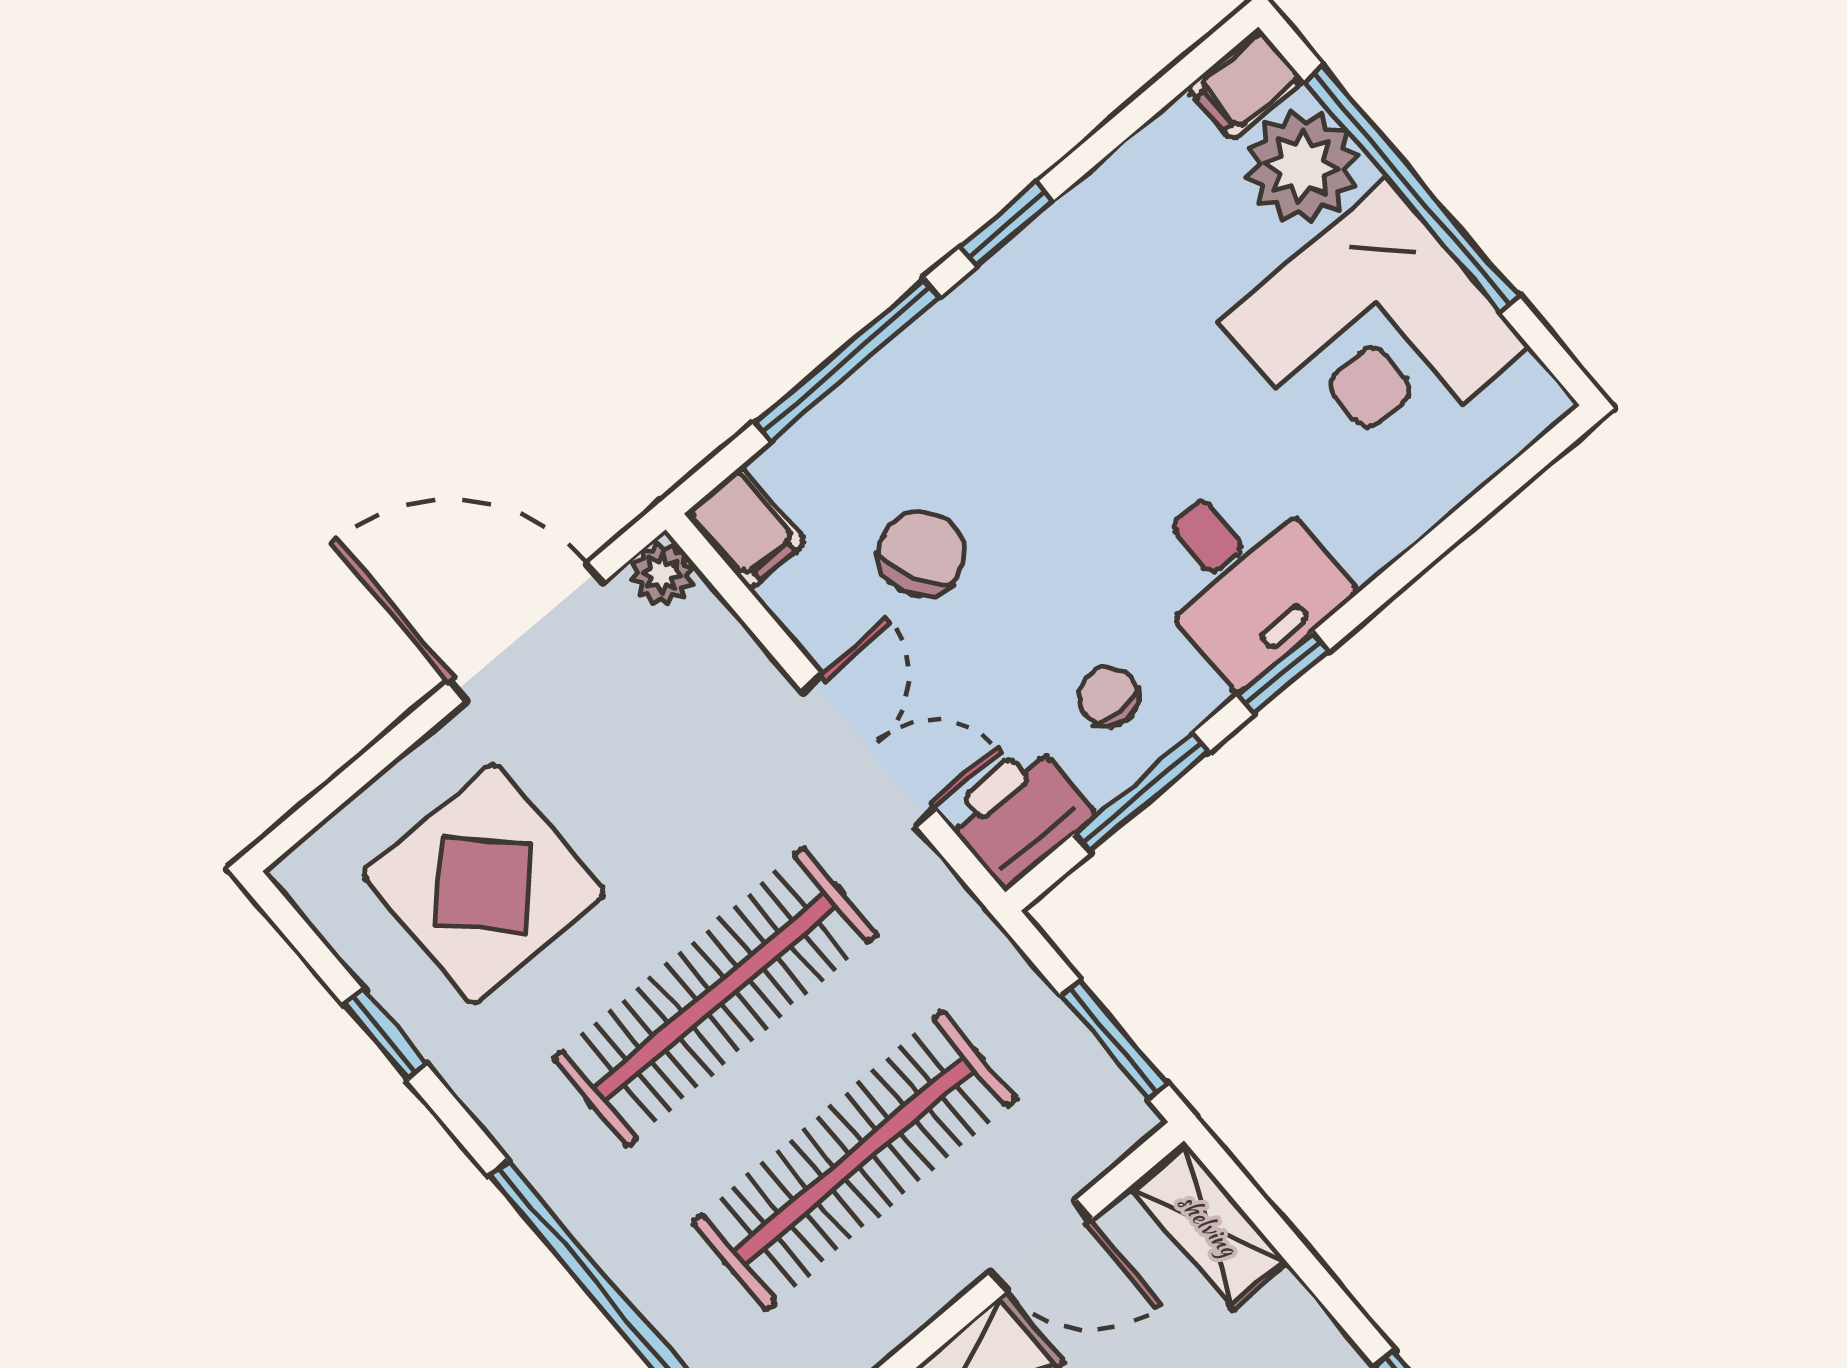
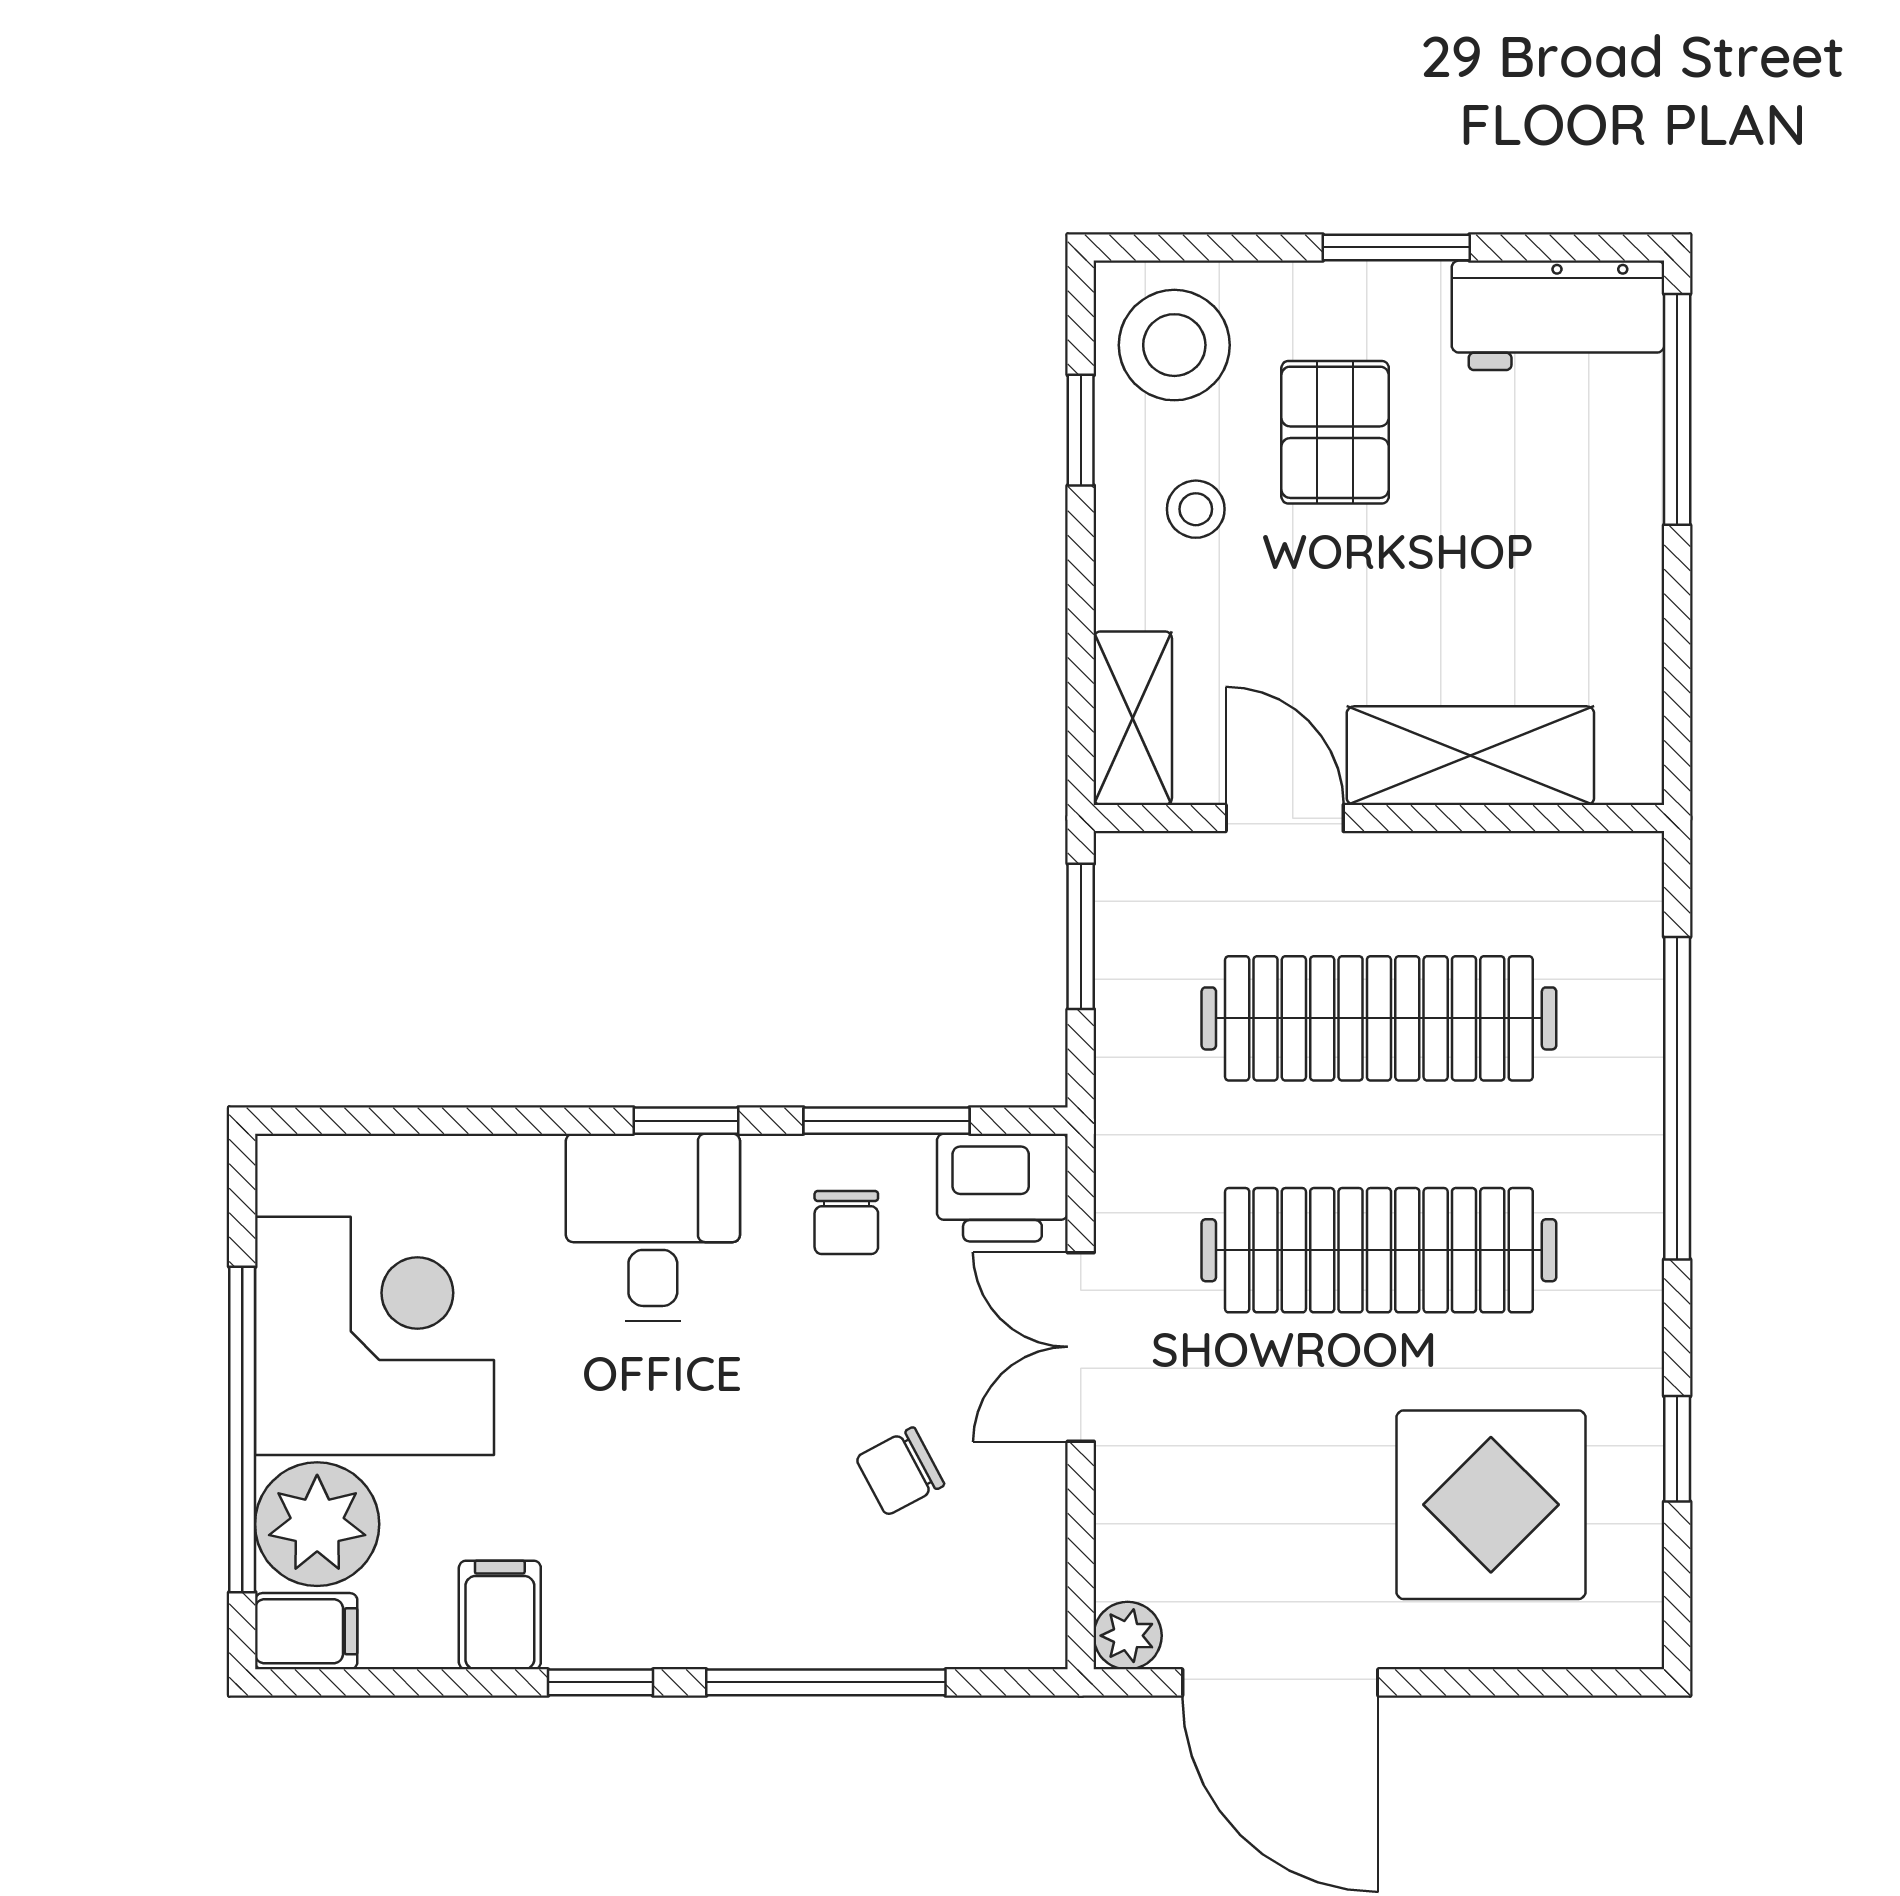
filing cabinet: (746, 528) -> (500, 1615), moved
chair: (921, 553) -> (900, 1471), width x0.73, depth x0.73

